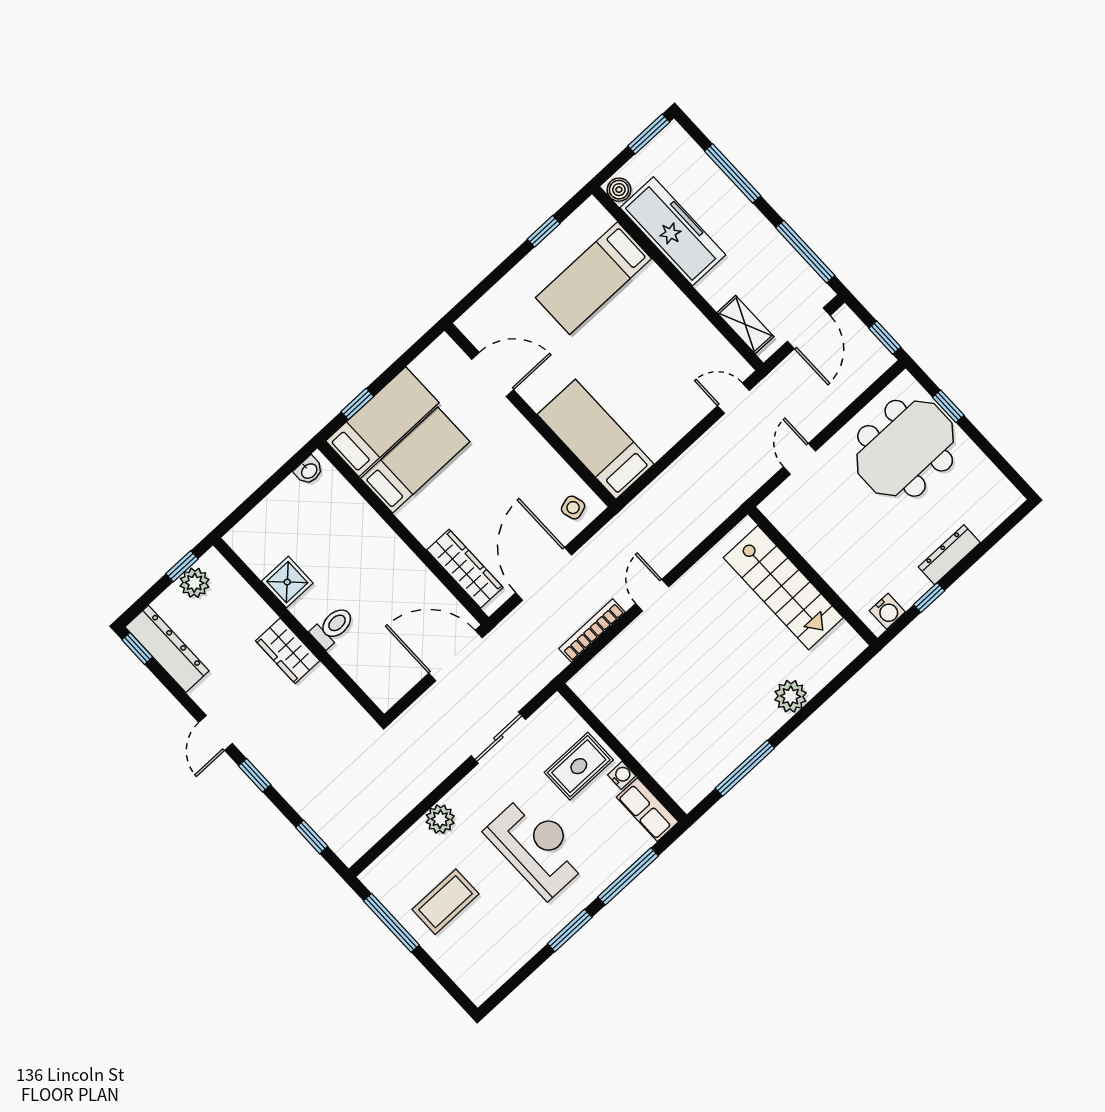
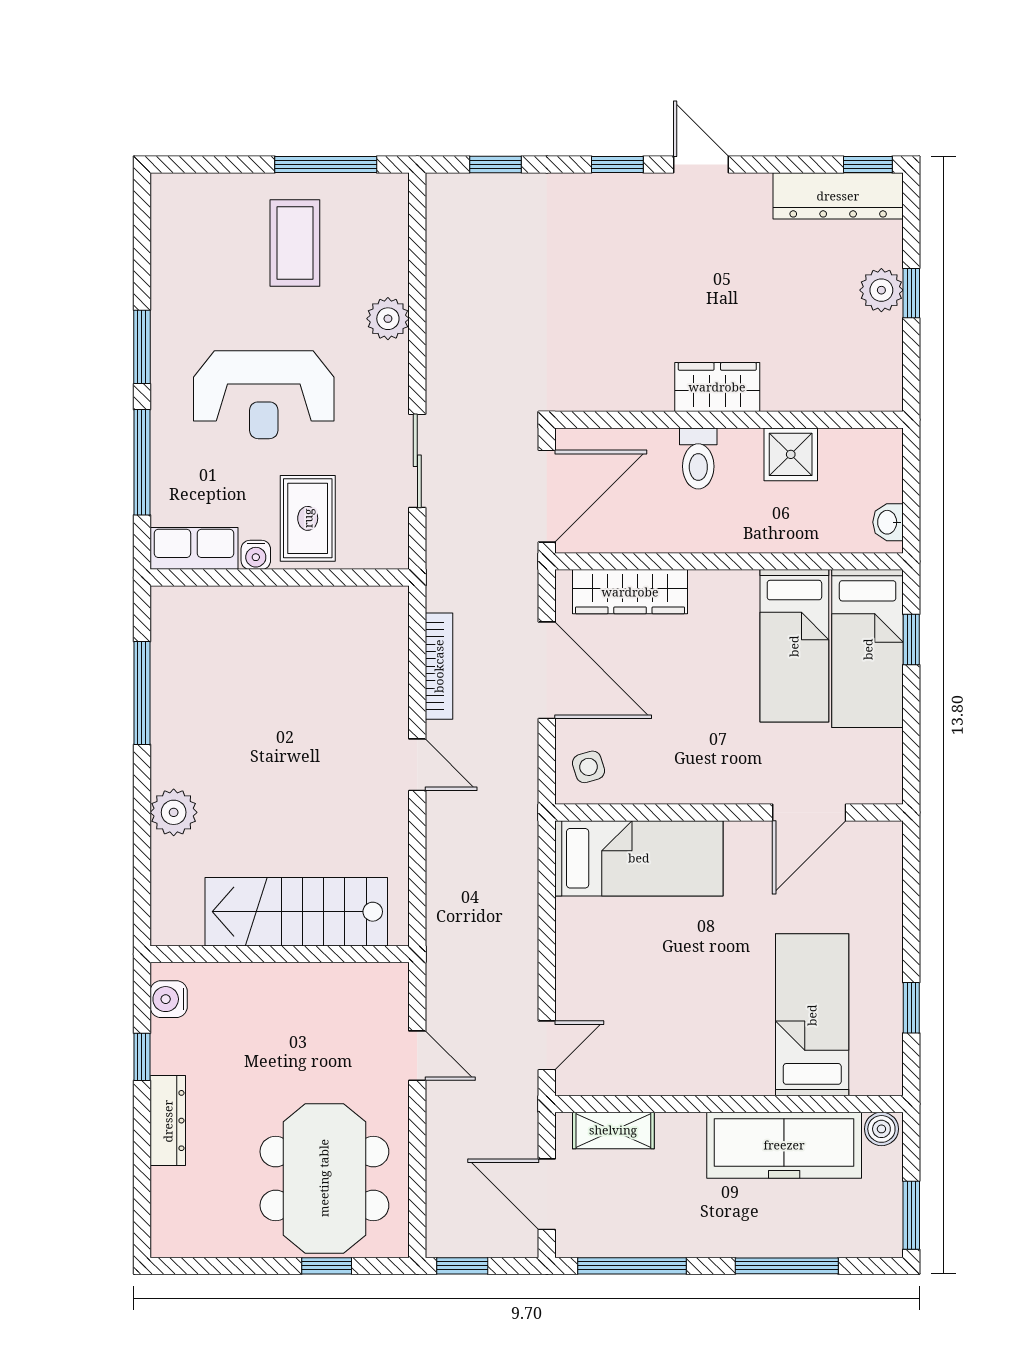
shower: (287, 582) -> (791, 454), moved
toilet: (333, 627) -> (698, 458), moved
wall: (299, 630) -> (729, 420), moved
wardrobe: (288, 651) -> (717, 387), moved

